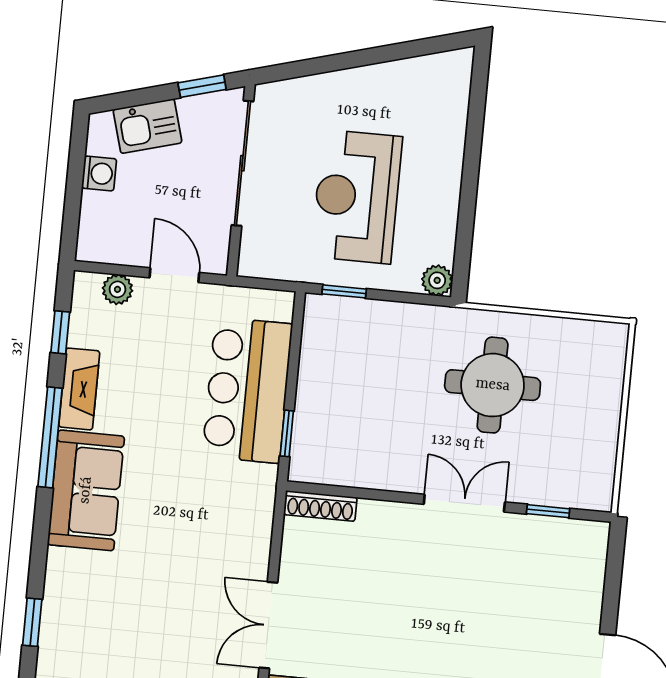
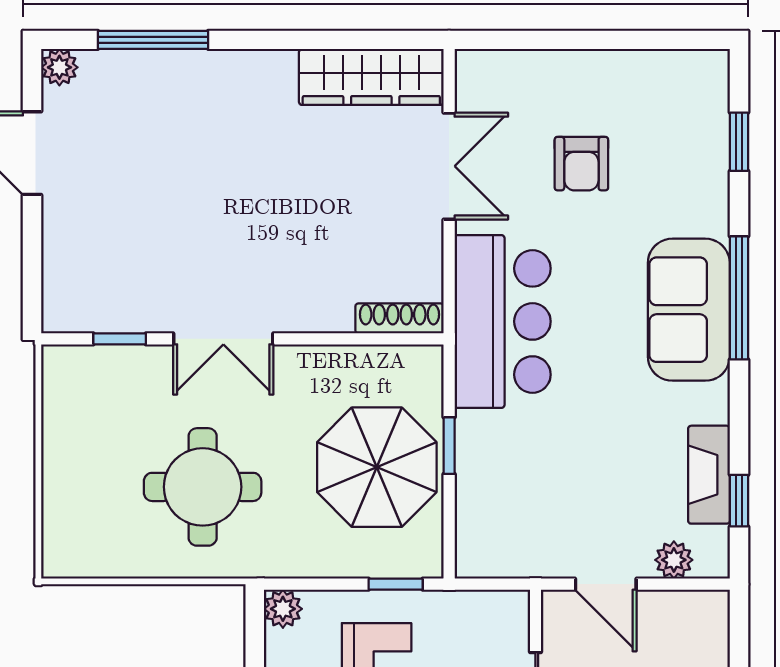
parasol: (350, 388) -> (377, 467), added
fireplace: (79, 389) -> (709, 475), moved
bar counter: (247, 390) -> (503, 321), moved
window: (287, 433) -> (449, 446), moved
window: (50, 437) -> (739, 298), moved
armchair: (161, 617) -> (581, 164), added

